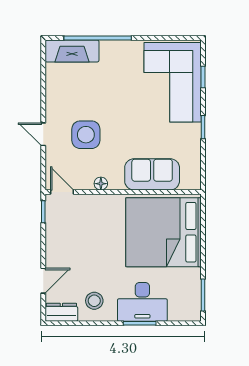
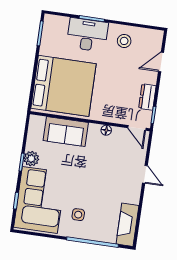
fireplace: (72, 51) -> (127, 225), moved, turned -90
plant: (191, 133) -> (31, 159), added
side table: (86, 135) -> (78, 215), moved, width x0.54, depth x0.54
dresser: (61, 312) -> (147, 97), moved, turned 90

